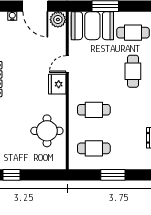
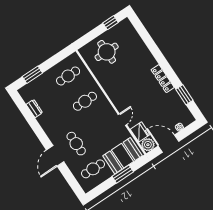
fridge: (57, 84) -> (140, 132), moved
round table: (47, 131) -> (107, 52), moved
window: (113, 175) -> (32, 75), moved

